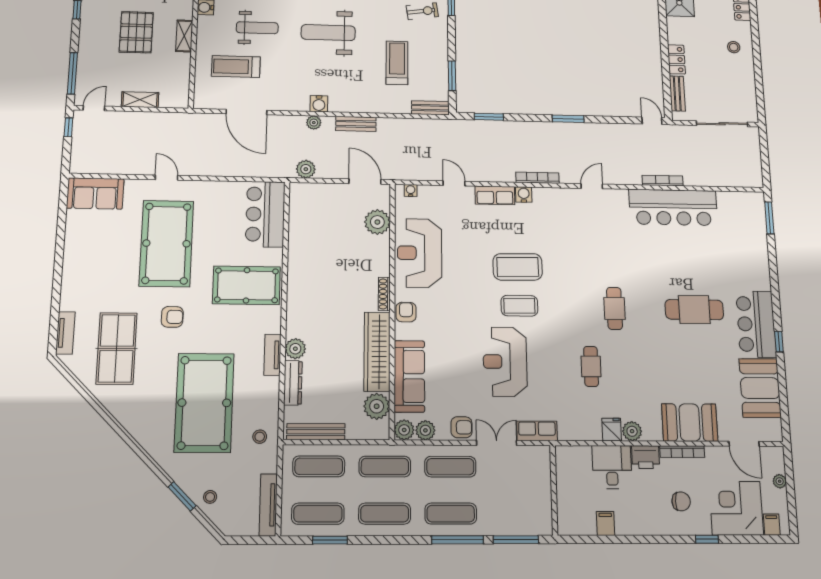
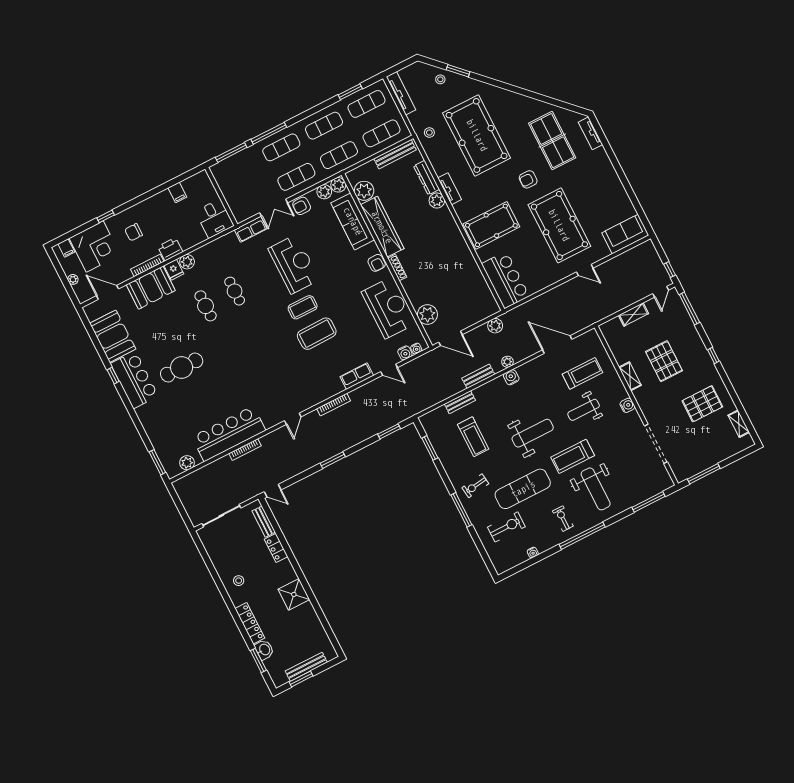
bench: (430, 108) -> (460, 402), moved
water cooler: (524, 195) -> (405, 353), moved
plant: (736, 200) -> (187, 463), added
cafe table: (614, 308) -> (206, 306), moved
fridge: (612, 430) -> (174, 270), moved
desk: (612, 467) -> (215, 219), moved

